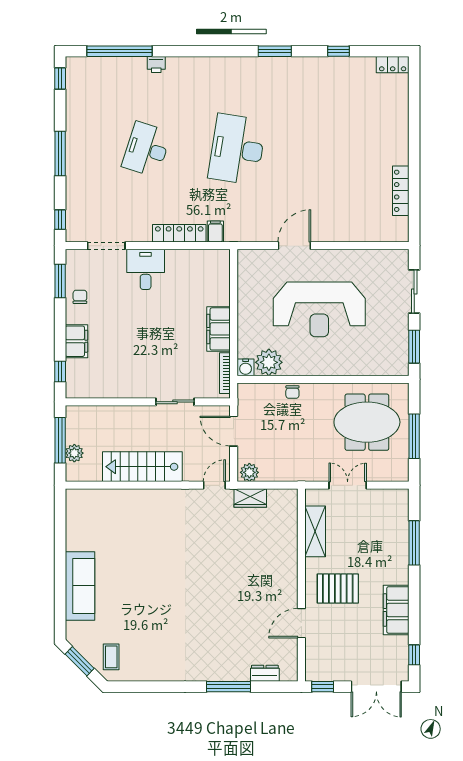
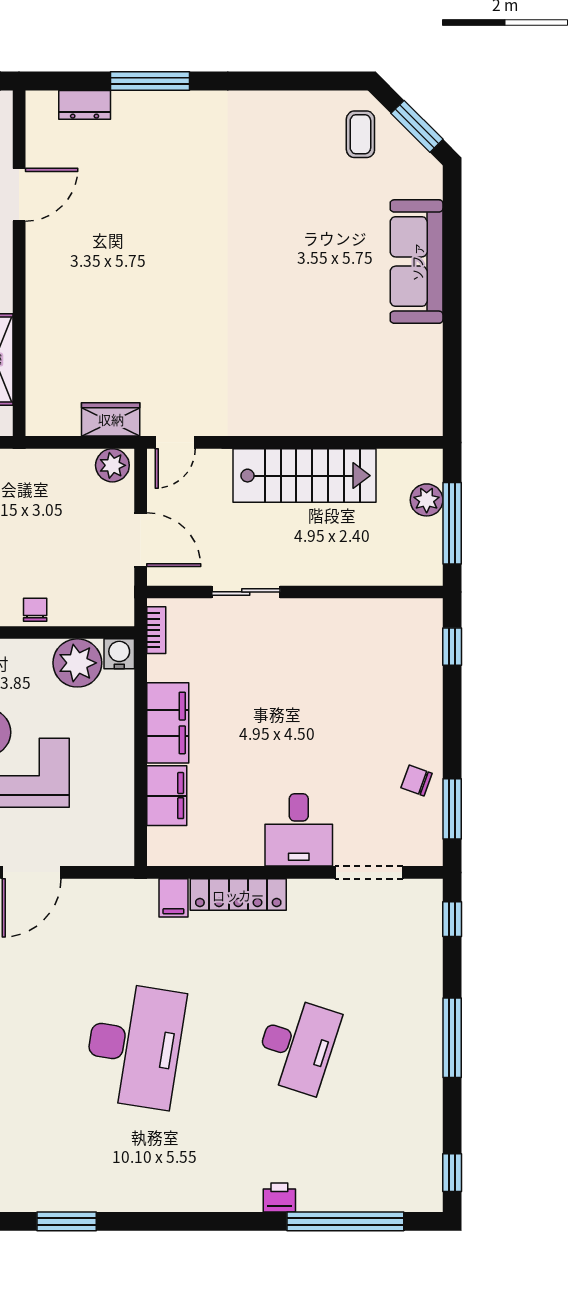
chair: (80, 297) -> (417, 781), turned 110
filing cabinet: (76, 341) -> (167, 796), moved, turned 180
bookcase: (225, 373) -> (156, 630), width x0.64

